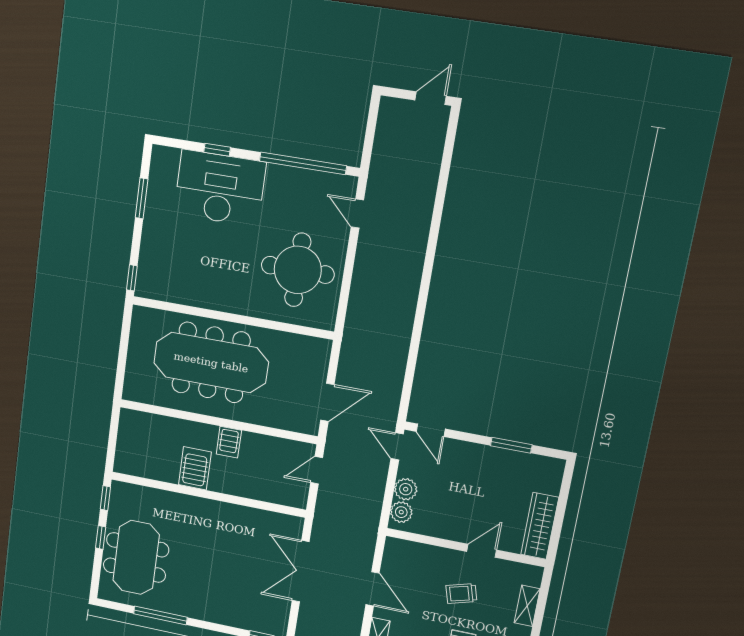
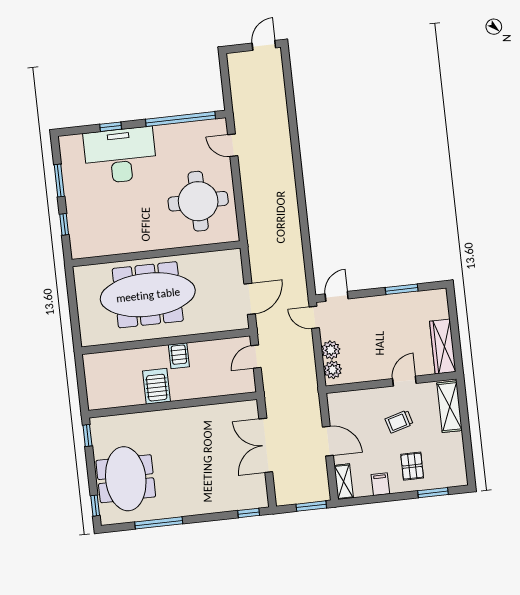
window: (132, 278) -> (64, 224), moved
door: (431, 430) -> (337, 296), swing flipped
window: (101, 537) -> (95, 506), moved
shelving: (527, 606) -> (450, 407), width x1.50, depth x1.33

